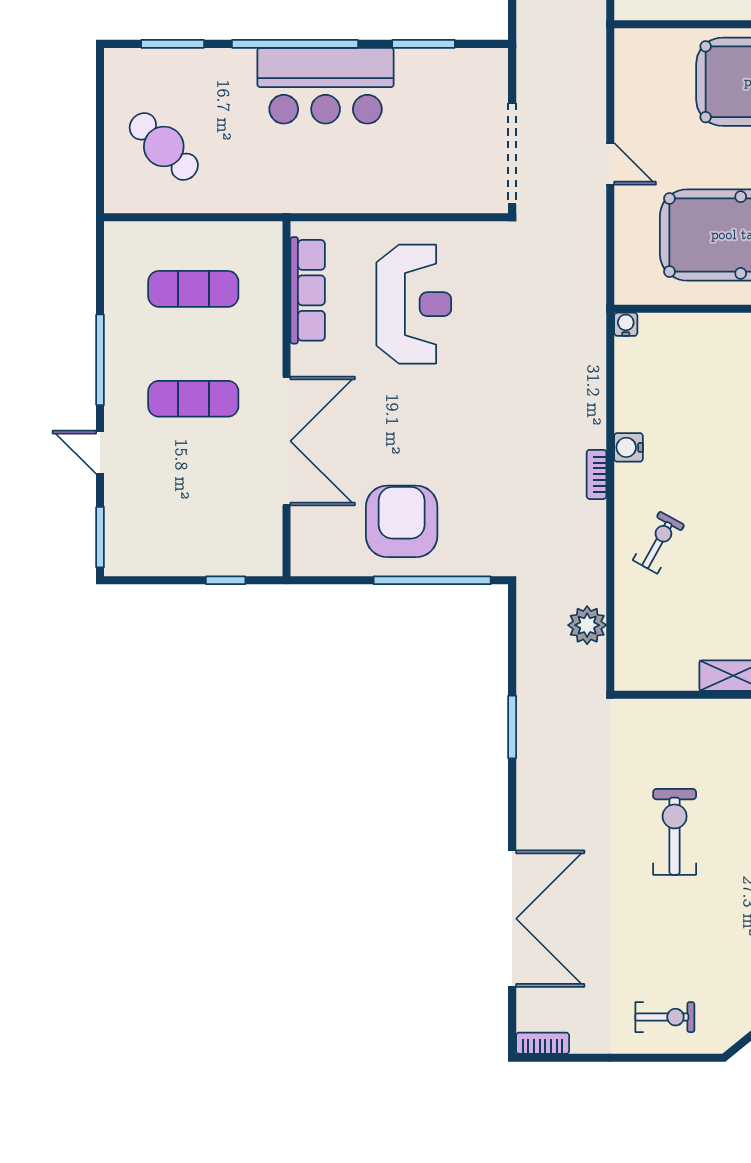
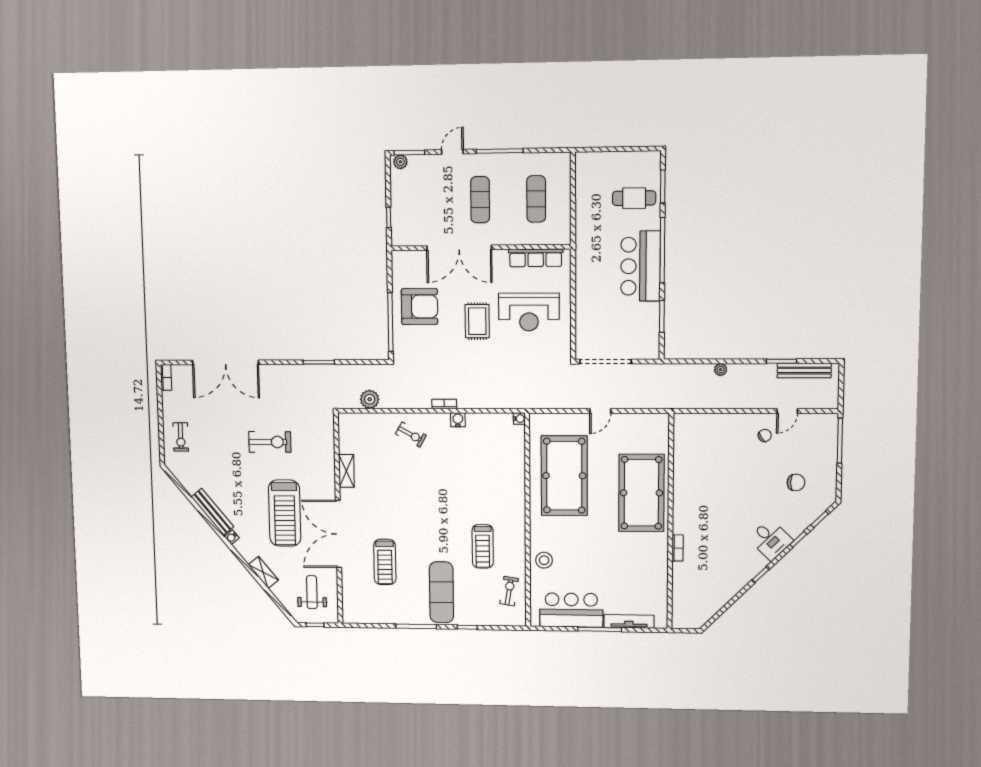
cafe table: (164, 147) -> (634, 198), moved, turned 46
rug: (431, 407) -> (477, 321), added
plant: (118, 555) -> (400, 162), added

